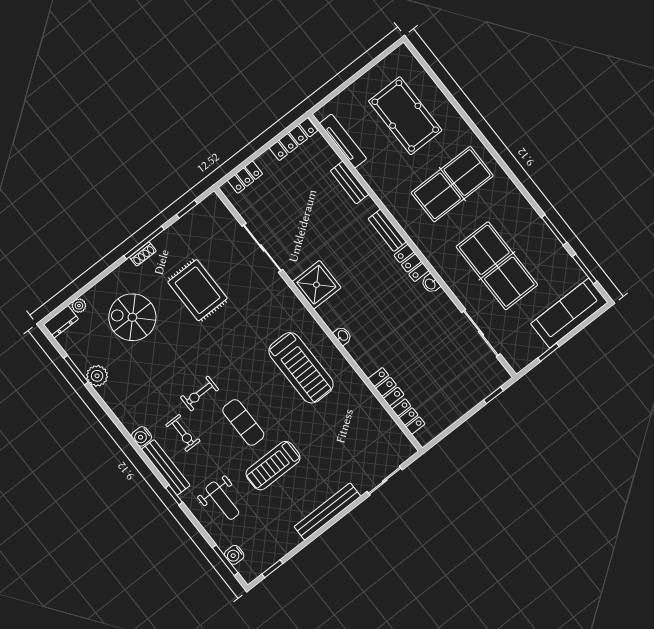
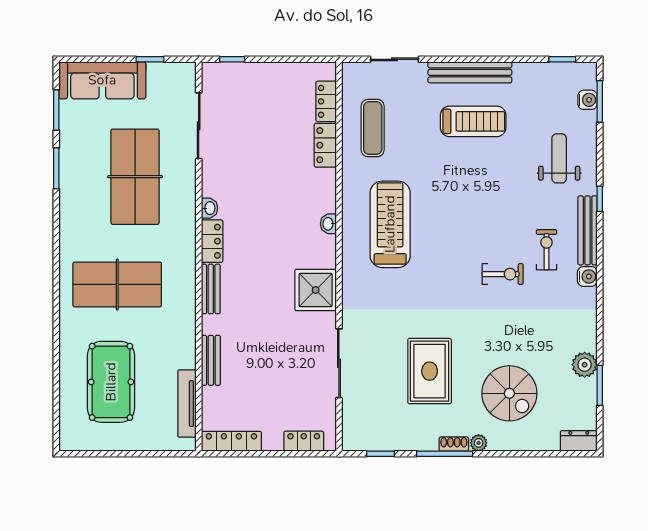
plant: (79, 306) -> (479, 443), moved
exercise mat: (243, 422) -> (373, 128), moved
treadmill: (273, 466) -> (473, 121), moved

